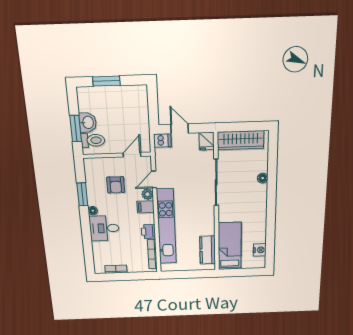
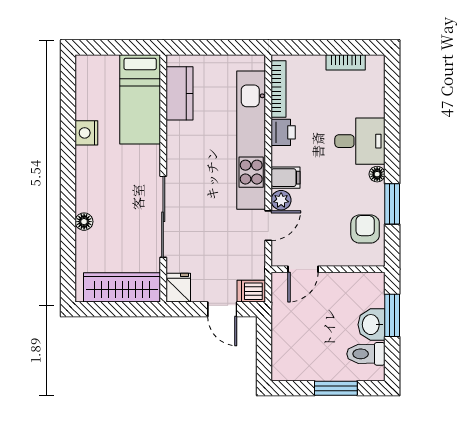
toilet: (93, 140) -> (366, 354), moved
armchair: (116, 185) -> (365, 229), moved
nightstand: (260, 250) -> (86, 133), moved

